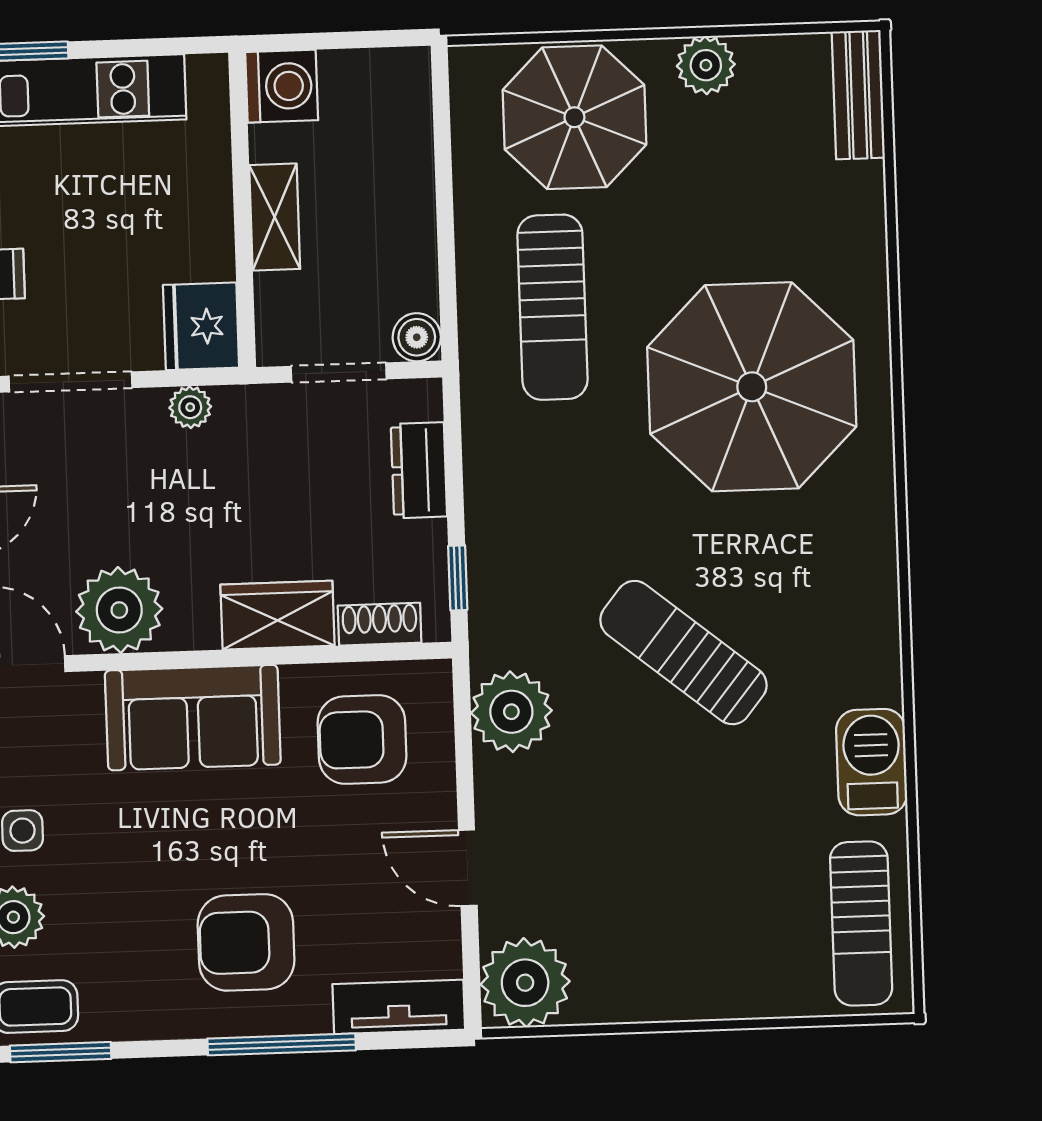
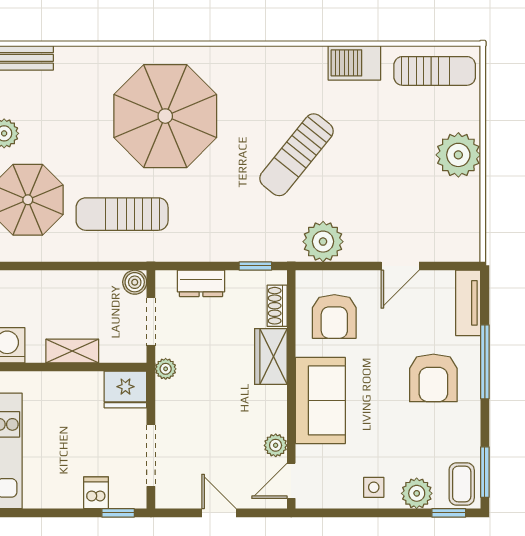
sun lounger: (552, 307) -> (122, 214), turned 180
plant: (190, 407) -> (166, 369), moved
plant: (119, 610) -> (276, 445), width x0.53, depth x0.53
plant: (525, 983) -> (458, 155), moved

